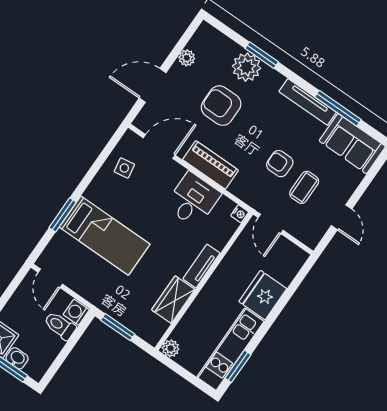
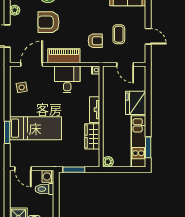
armchair: (280, 164) -> (95, 41), moved, turned 180
door: (271, 224) -> (125, 64), moved

